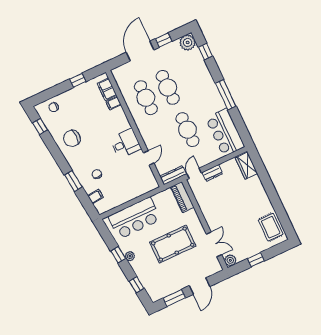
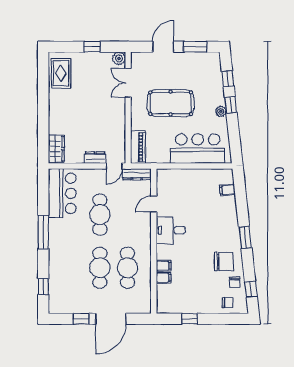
plant: (188, 42) -> (57, 305), removed
filing cabinet: (107, 89) -> (164, 266), moved, width x0.50
chair: (97, 174) -> (234, 282), moved
window: (73, 181) -> (245, 237), moved
window: (118, 255) -> (231, 105), moved

